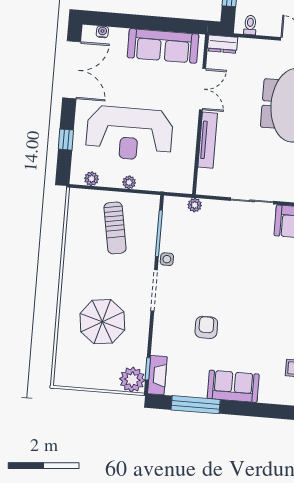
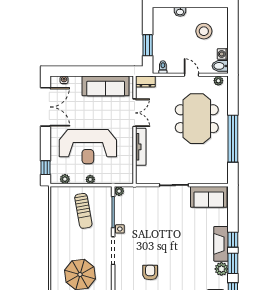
window: (66, 140) -> (45, 168), moved
plant: (195, 205) -> (119, 191), moved

